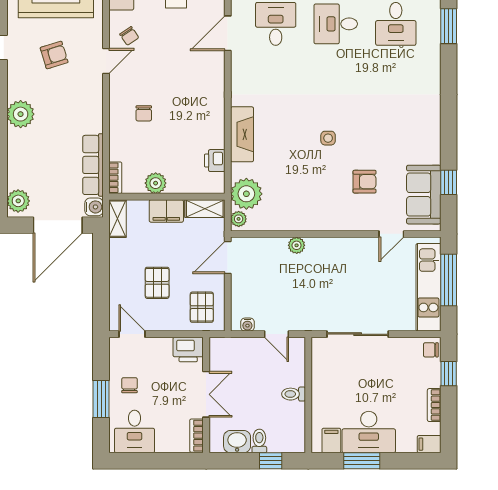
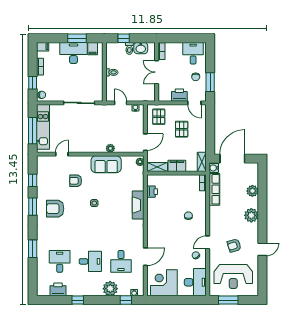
window: (449, 26) -> (33, 249), moved
armchair: (405, 127) -> (55, 209), added
window: (449, 131) -> (33, 207), added
plant: (156, 183) -> (182, 180), removed
plant: (246, 194) -> (136, 175), removed
sofa: (424, 195) -> (106, 164), moved, turned 90
plant: (18, 201) -> (252, 191), moved
printer: (188, 349) -> (179, 95), moved
window: (101, 399) -> (210, 82), moved

